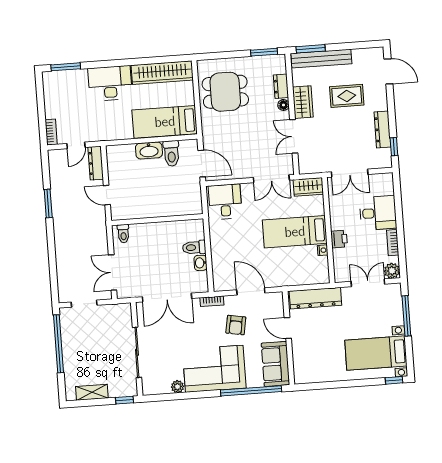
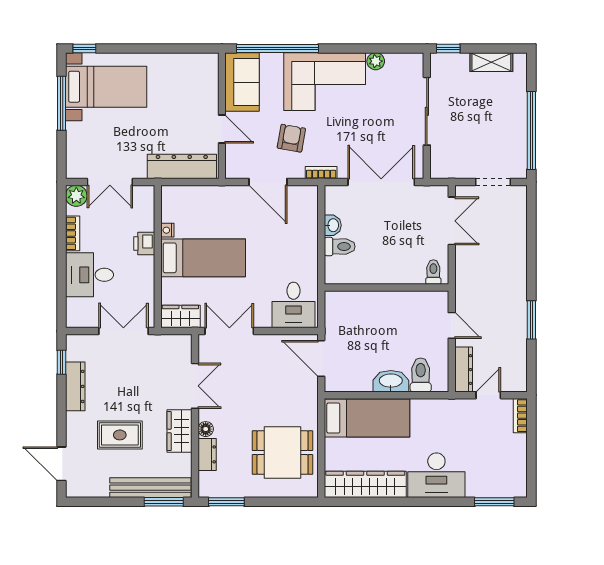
toilet: (171, 153) -> (421, 375), moved
window: (406, 316) -> (61, 103), moved

